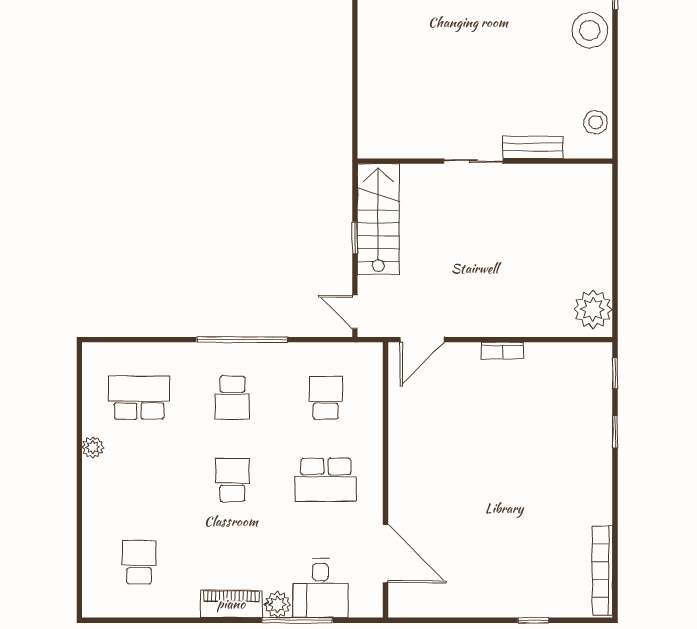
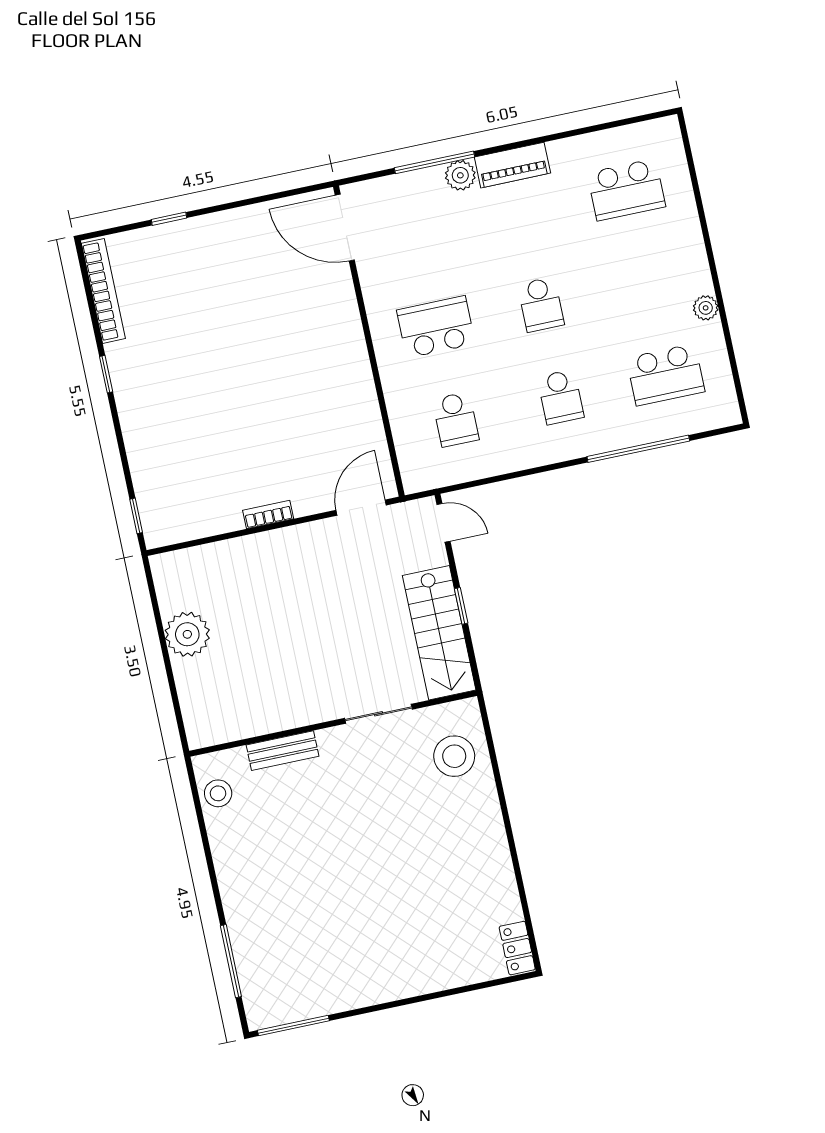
stool: (590, 30) -> (454, 756), moved
sliding door: (473, 161) -> (379, 714), moved
plant: (593, 309) -> (187, 634), moved
window: (242, 340) -> (638, 449), moved
school desk: (232, 398) -> (561, 397), turned 180
window: (615, 432) -> (106, 374), moved
door: (385, 554) -> (345, 228), moved
school desk: (139, 562) -> (626, 190), width x1.85
desk: (320, 588) -> (416, 204), removed

